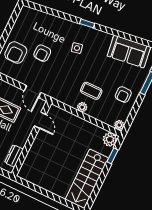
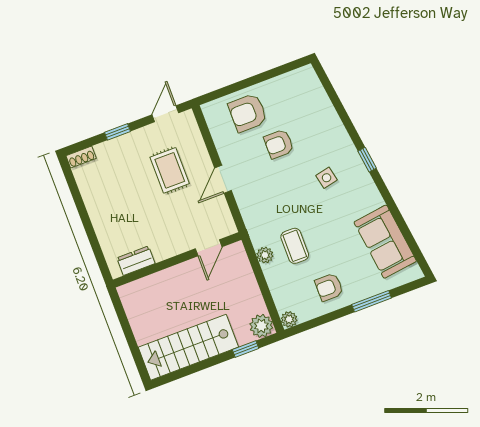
door: (40, 120) -> (209, 248), moved
wall: (31, 139) -> (177, 260), moved
dresser: (14, 156) -> (136, 261), moved

